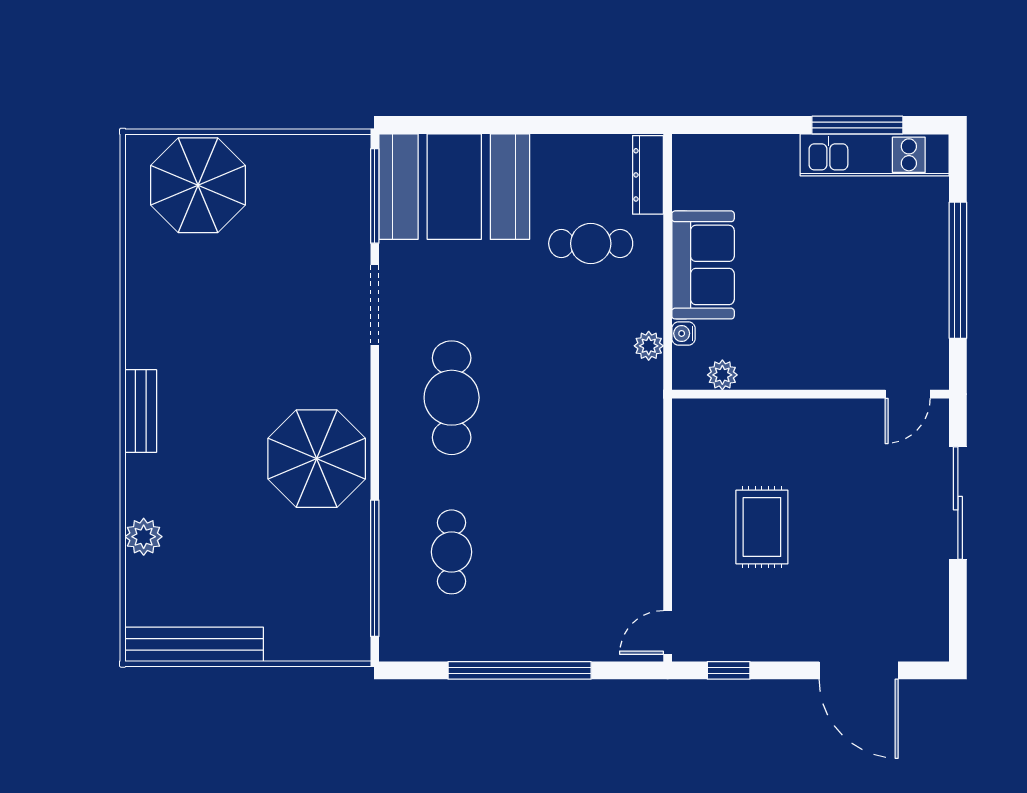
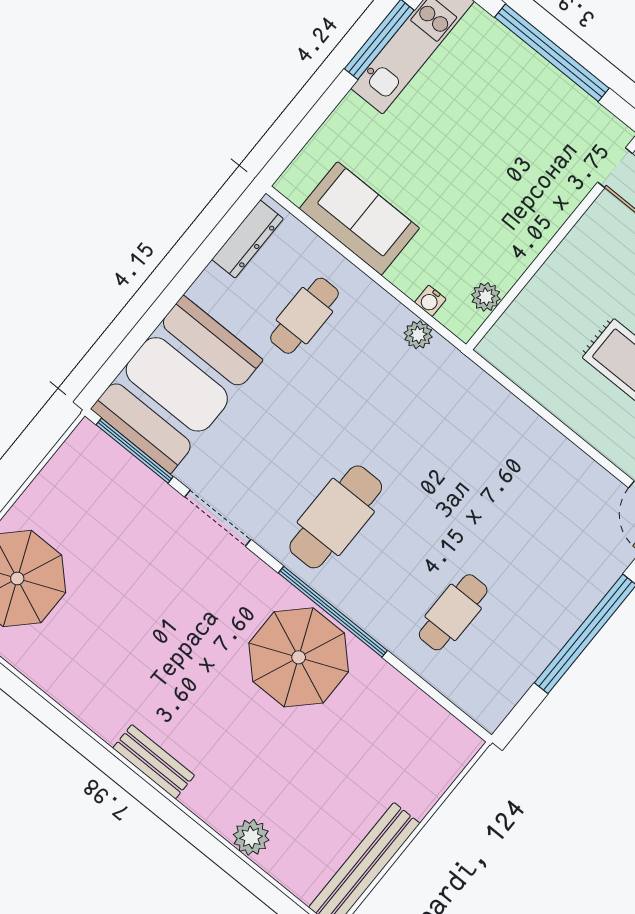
dresser: (648, 175) -> (248, 239), moved, turned -90
sofa: (703, 265) -> (359, 218), moved
cafe table: (452, 398) -> (336, 517), turned 90
cafe table: (452, 552) -> (453, 612), turned 90
window: (375, 568) -> (333, 612), moved

